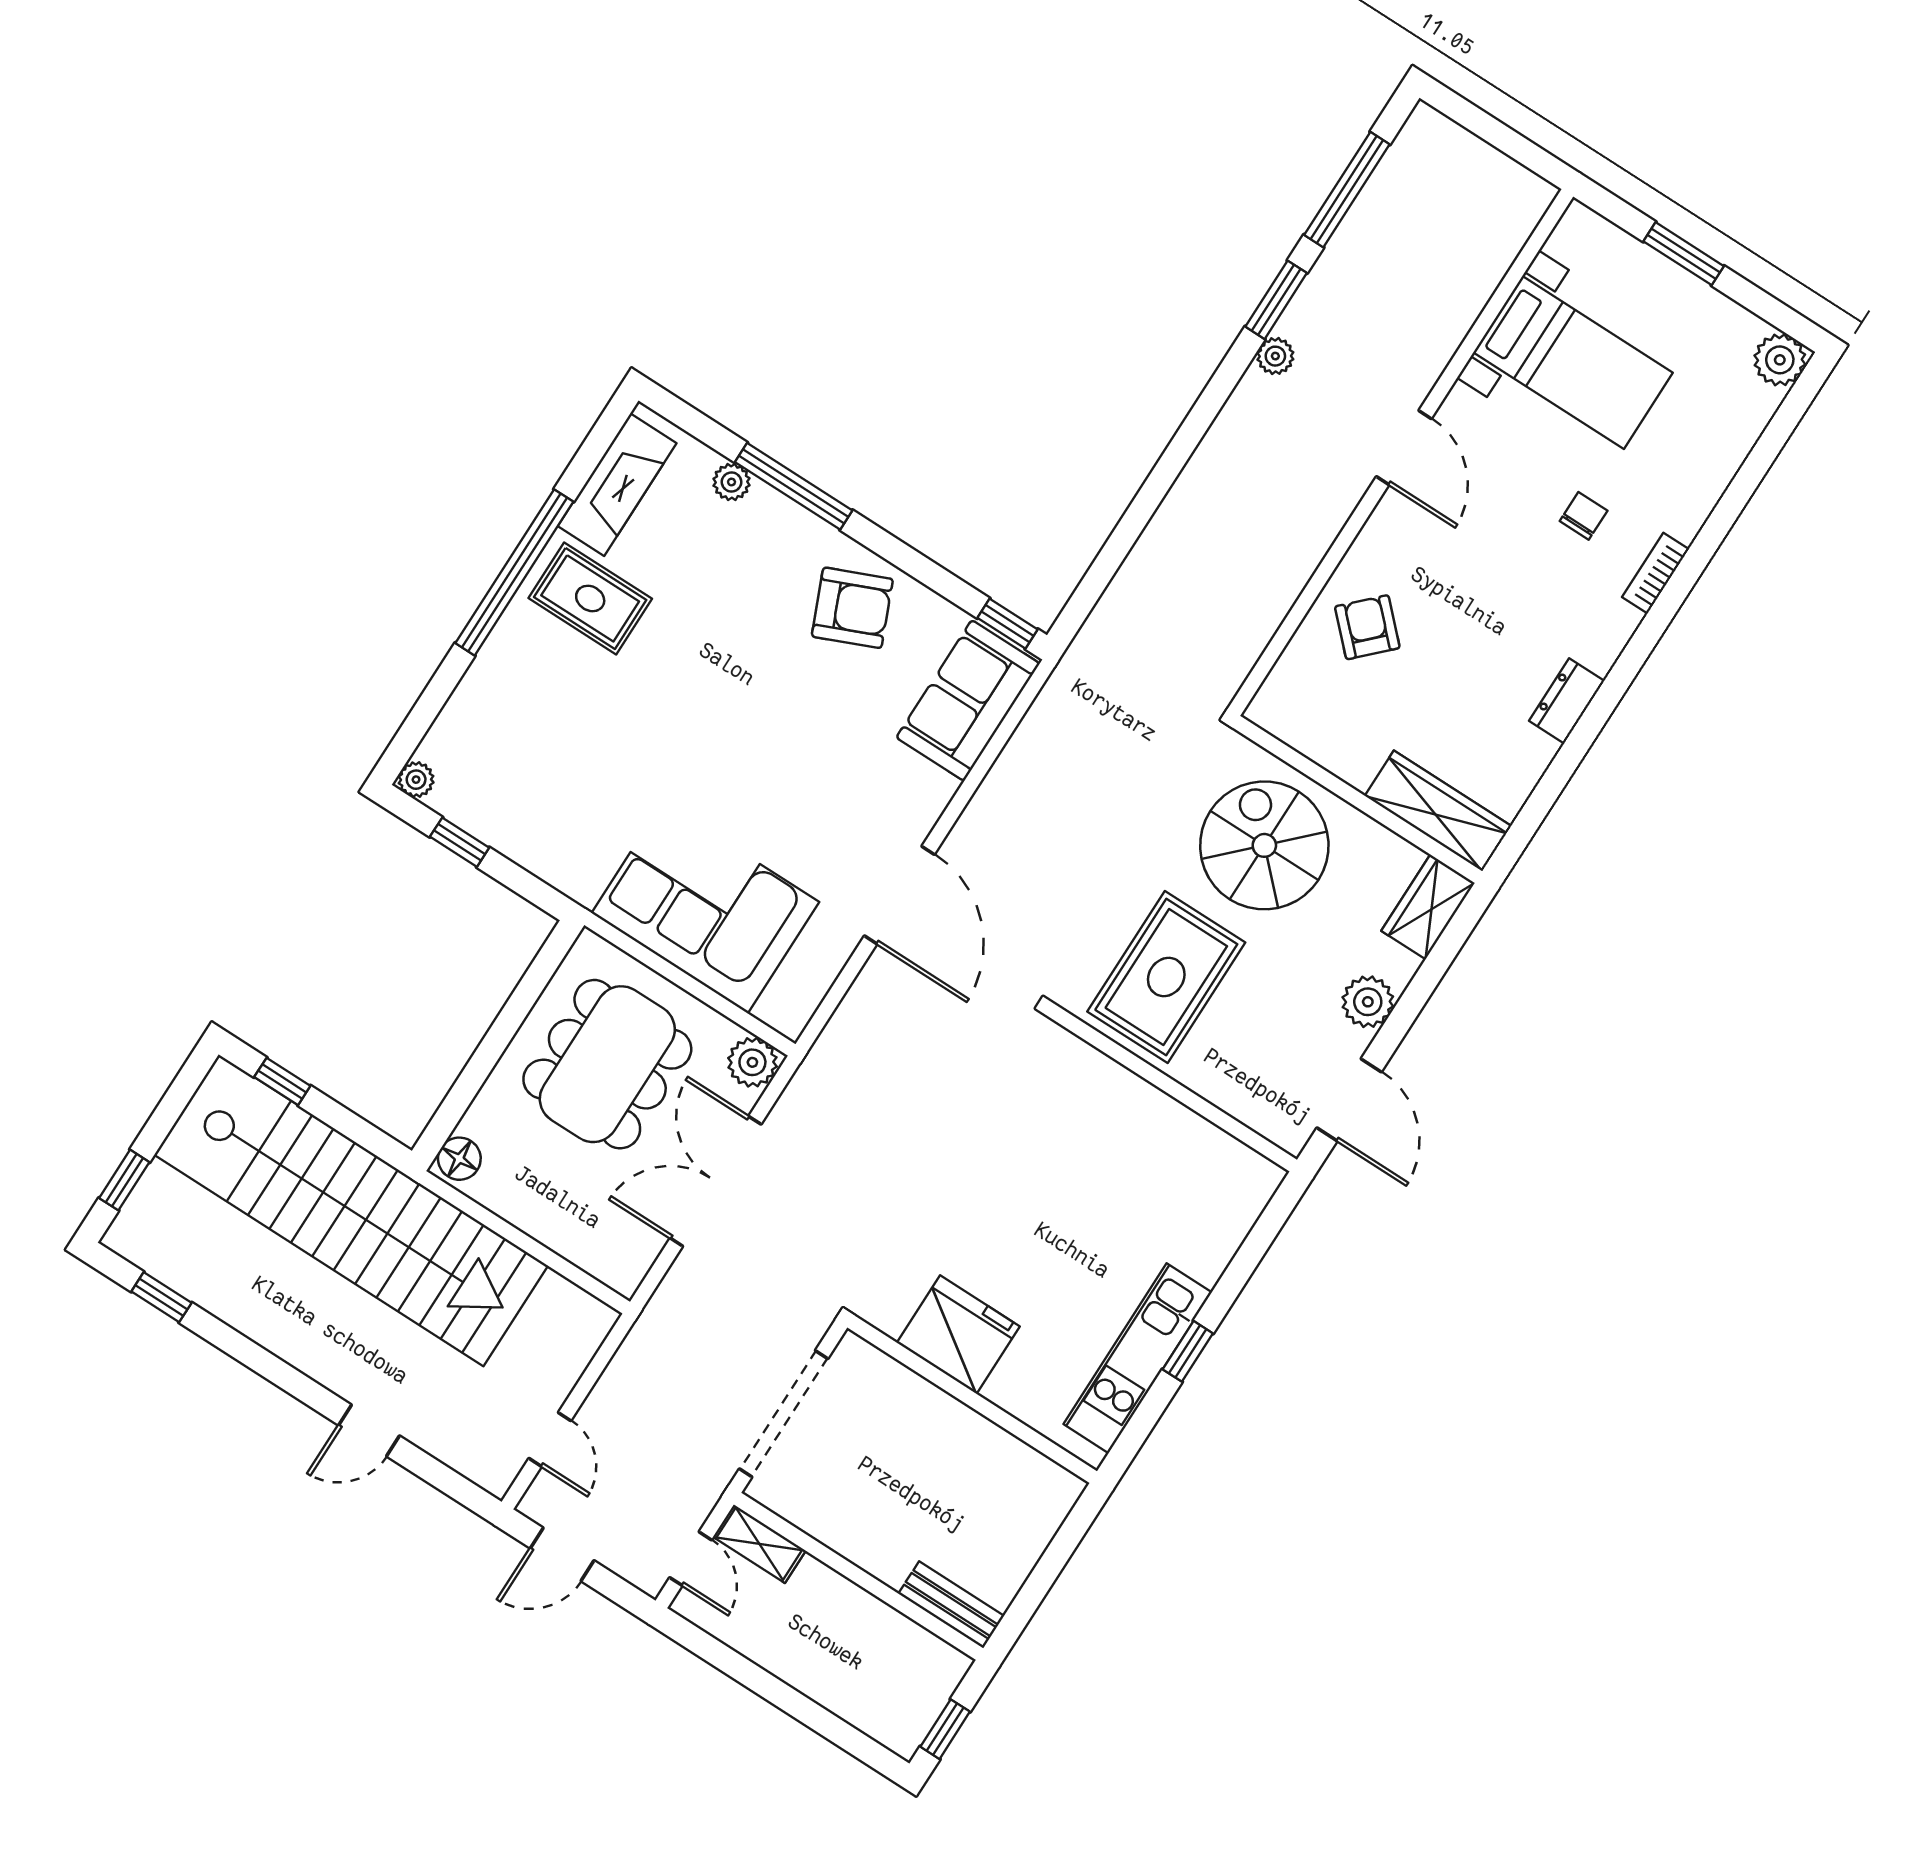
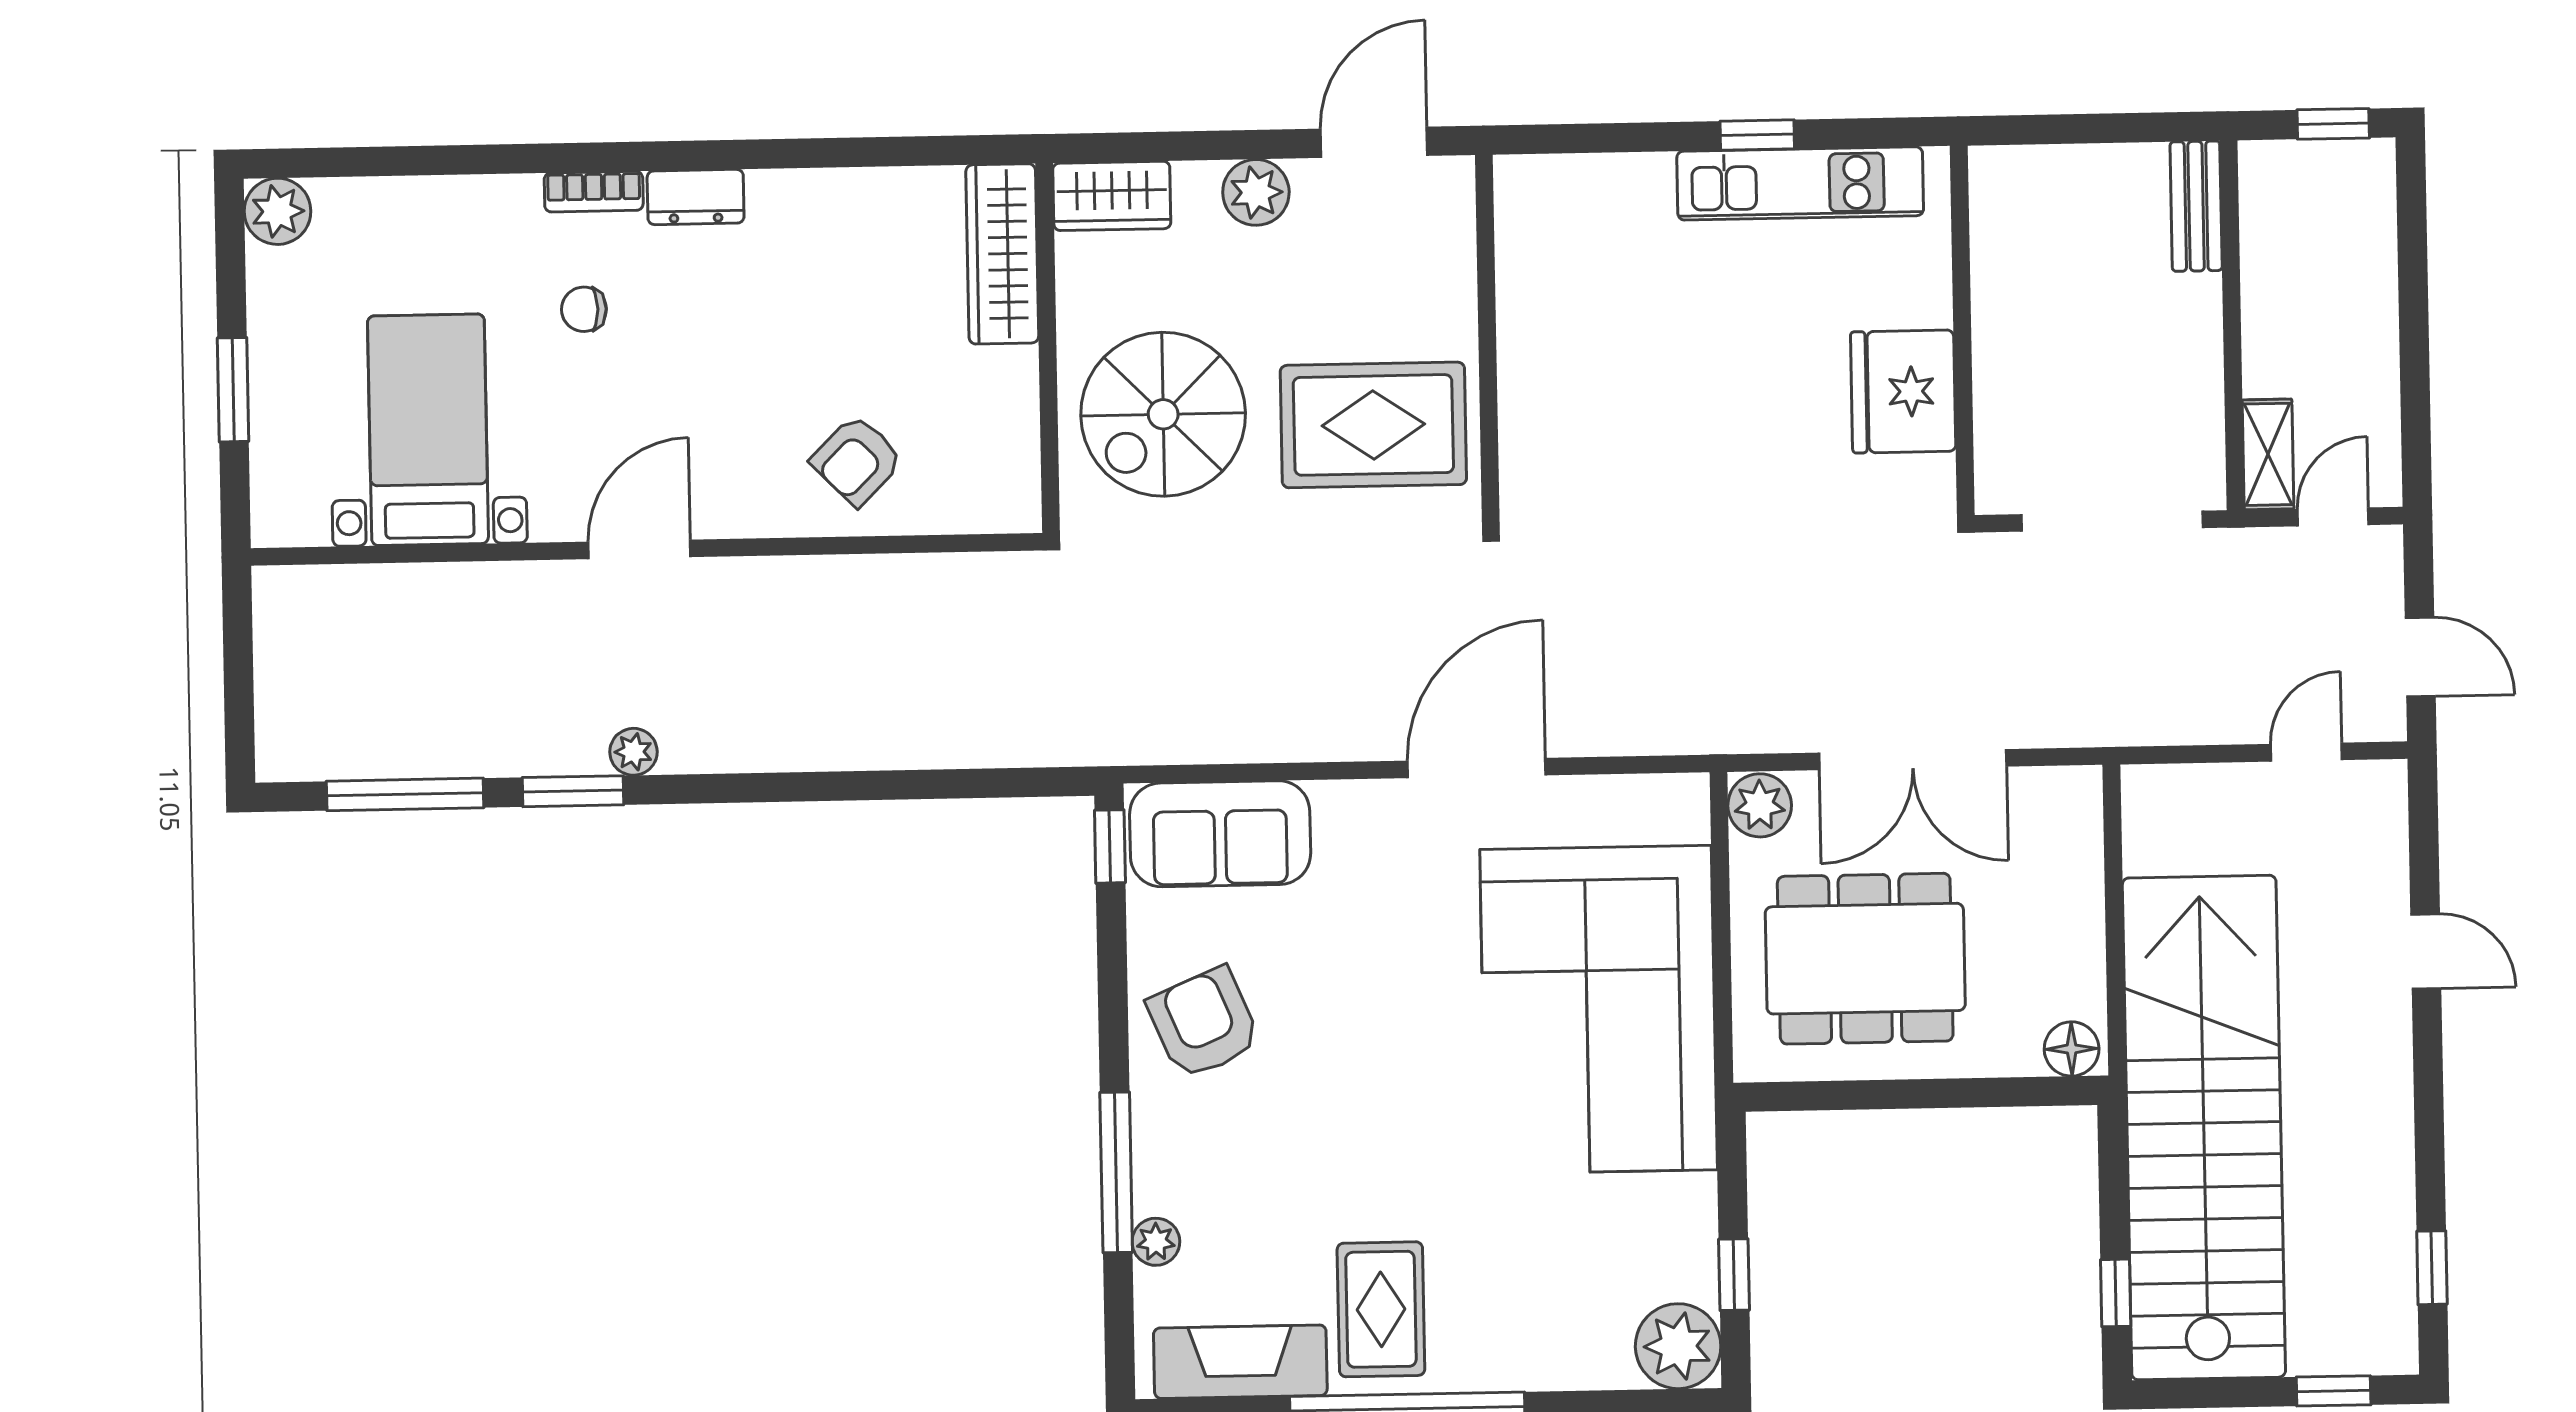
dresser: (1567, 701) -> (696, 197), moved
plant: (416, 780) -> (1678, 1346), width x1.88, depth x1.88
corner sofa: (705, 908) -> (1599, 1010), width x1.36, depth x1.36

